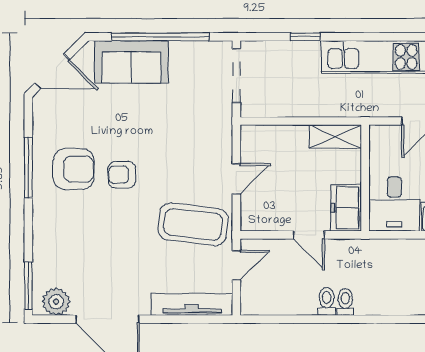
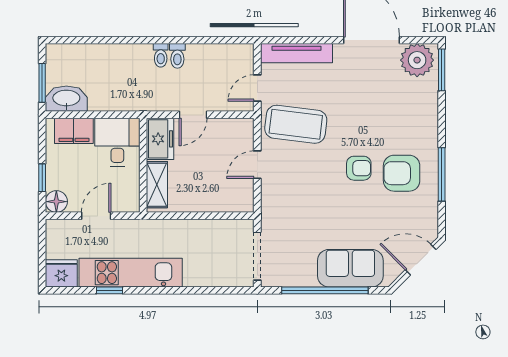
window: (305, 37) -> (110, 290), moved
shelving: (335, 137) -> (157, 185), moved, turned 90
door: (309, 235) -> (193, 115), swing flipped
plant: (56, 302) -> (417, 60), width x1.36, depth x1.36

